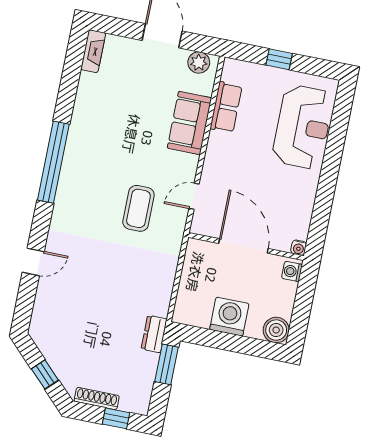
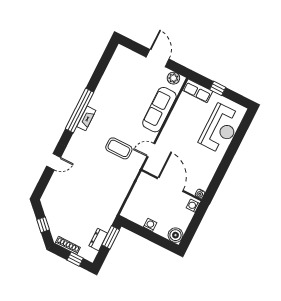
fireplace: (93, 51) -> (86, 118), moved
row of seats: (226, 107) -> (198, 91), moved, turned 90
sofa: (189, 123) -> (159, 110), width x1.36
coffee table: (138, 208) -> (119, 148), turned 90
washing machine: (229, 317) -> (150, 225), width x0.53, depth x0.53
dresser: (154, 334) -> (98, 239), moved

